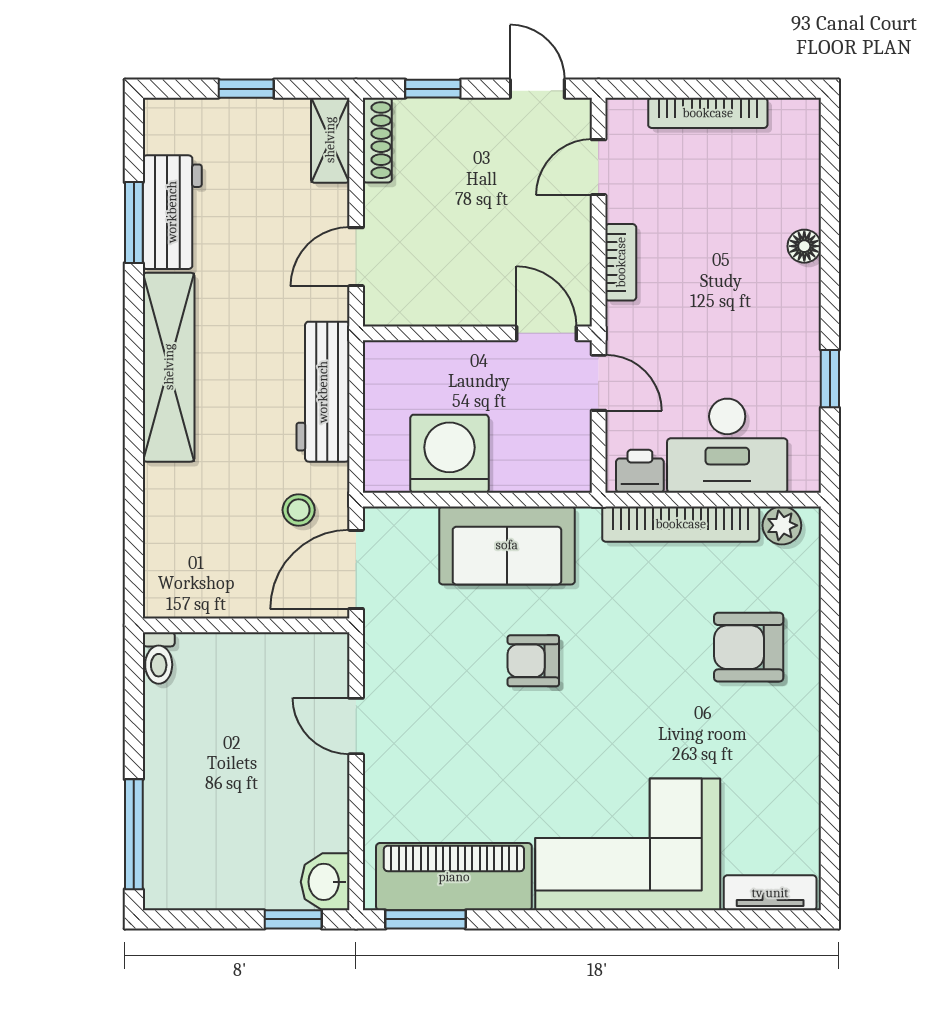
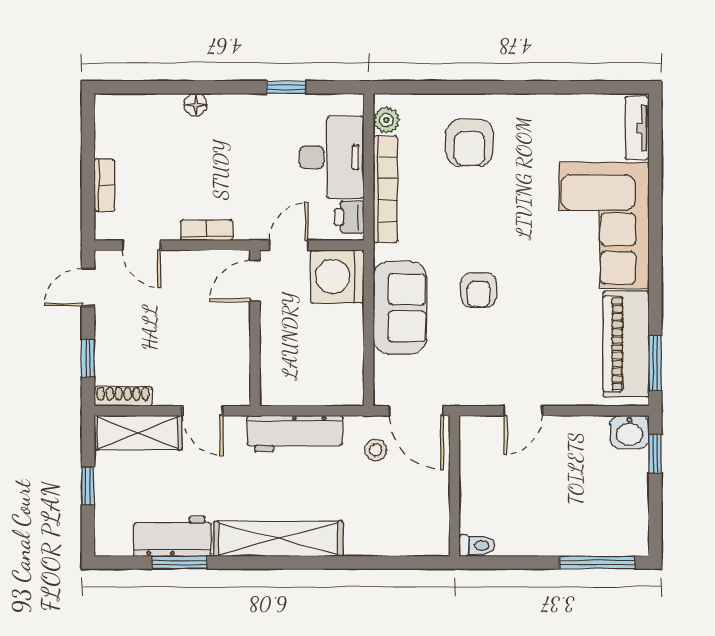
bookcase: (708, 113) -> (105, 185), width x0.64
shelving: (330, 140) -> (138, 433), width x1.50, depth x1.33
washing machine: (449, 454) -> (337, 277), moved

